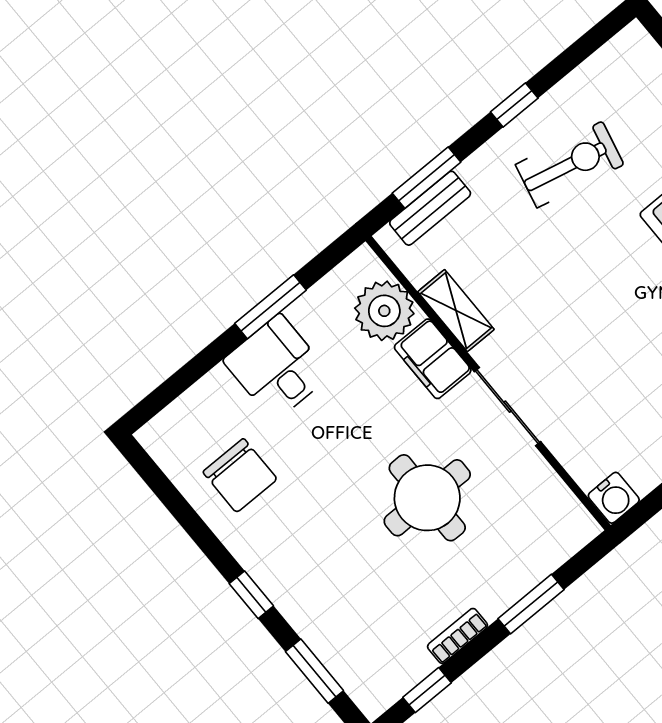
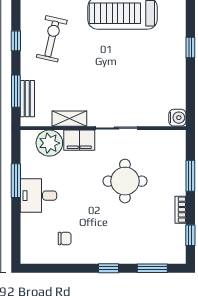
chair: (240, 475) -> (65, 238), width x0.54, depth x0.54

